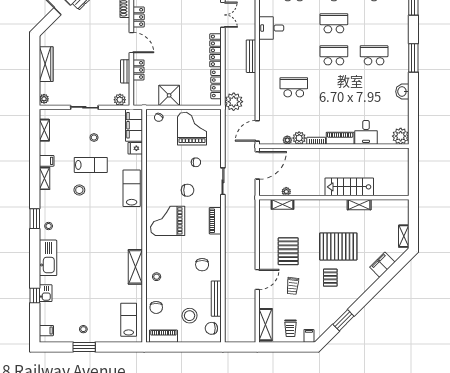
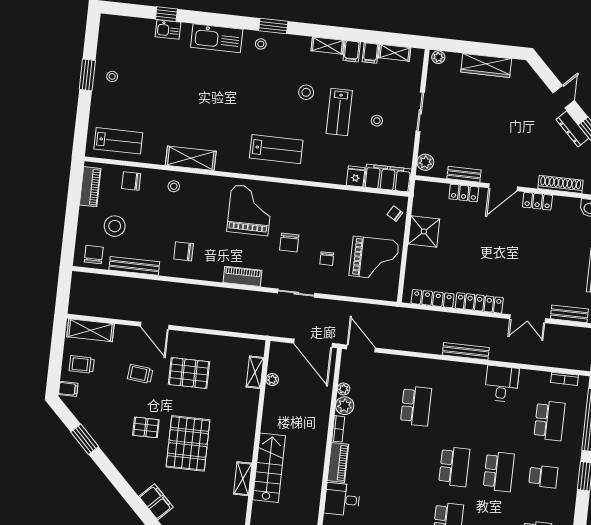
plant: (234, 102) -> (405, 320), removed
lab bench: (132, 188) -> (276, 149), moved
filing cabinet: (46, 331) -> (371, 53), moved

